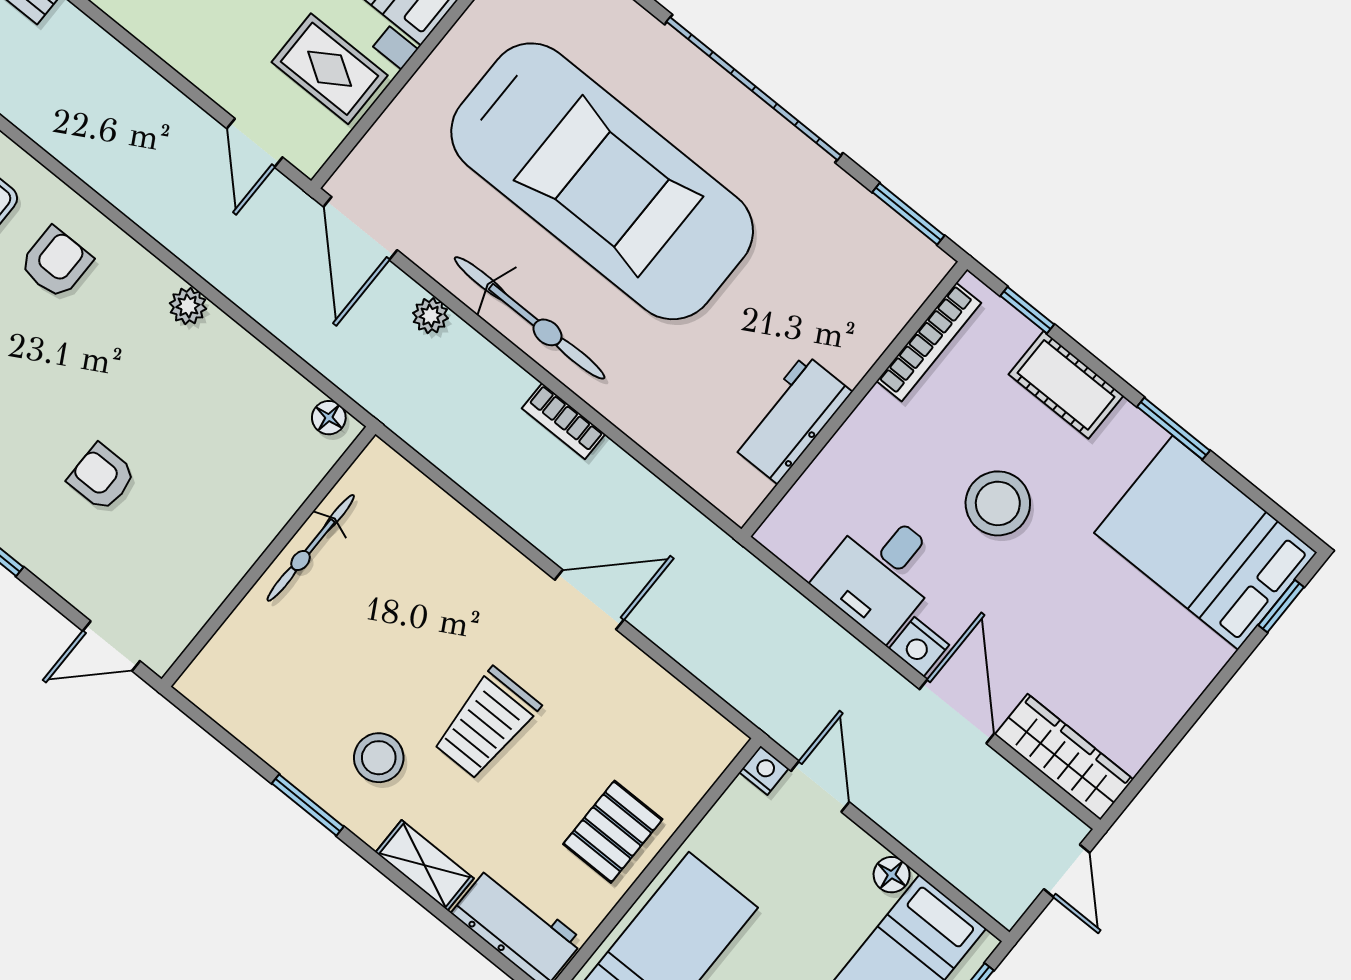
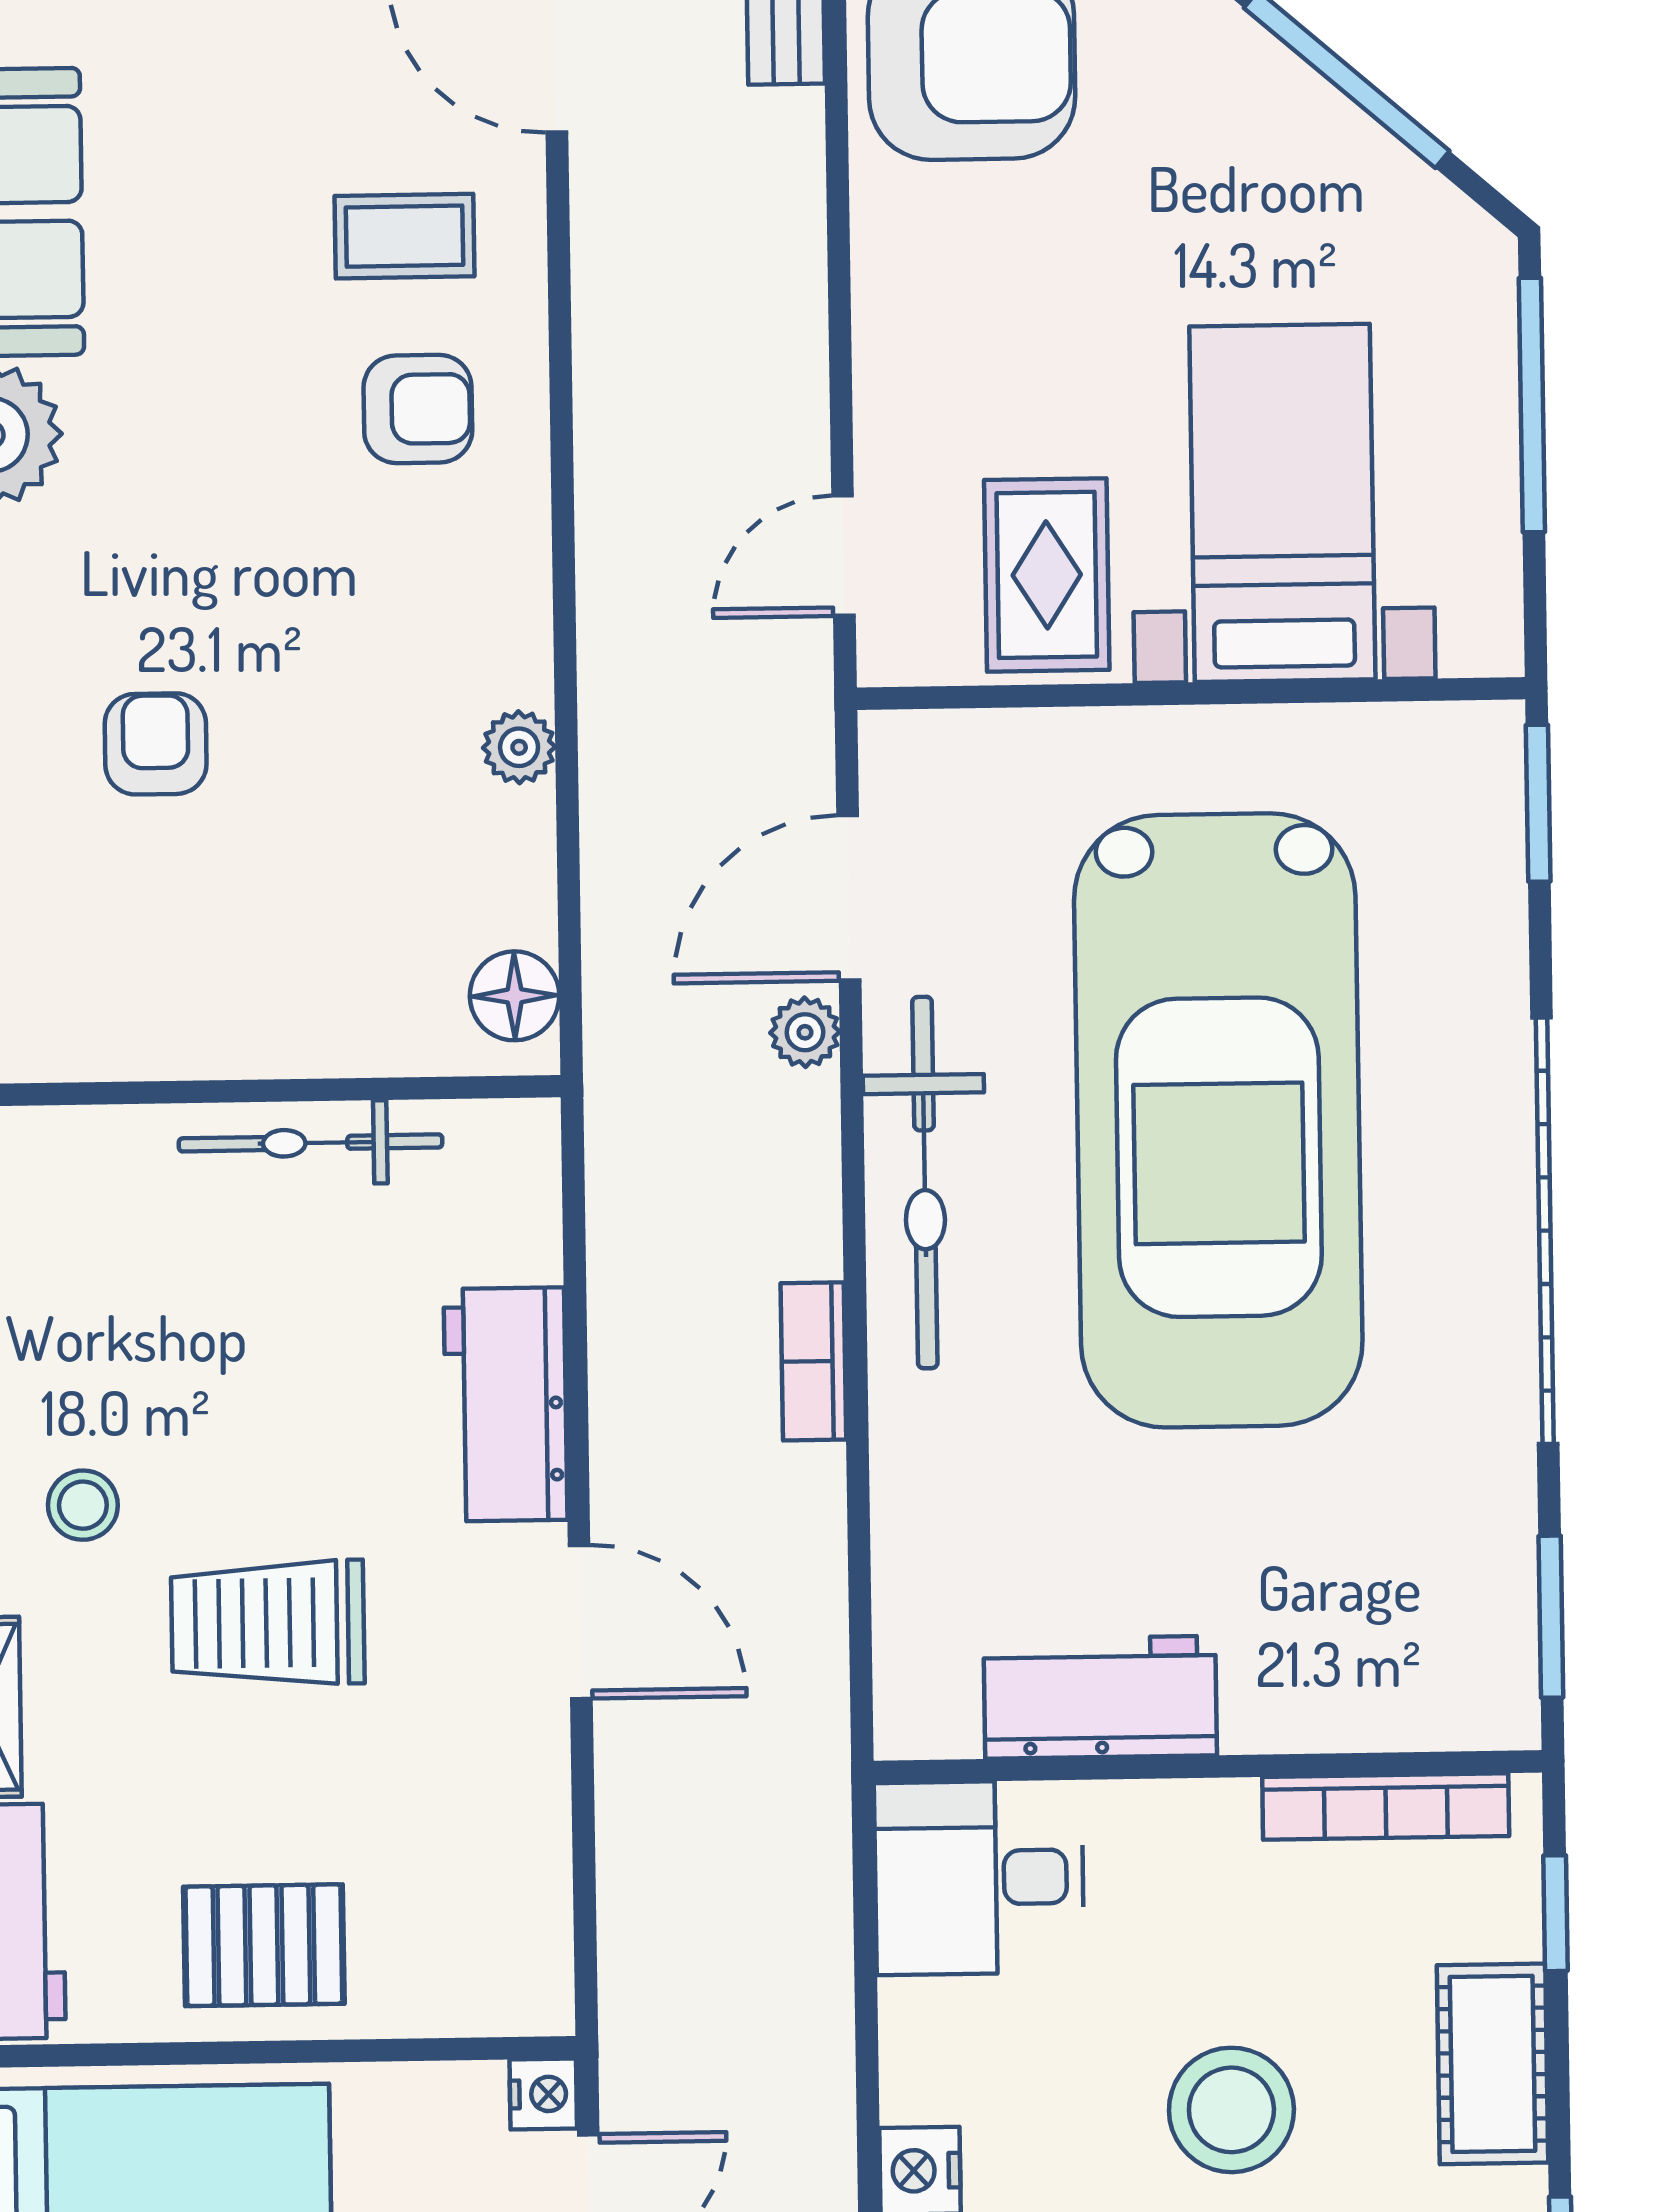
door: (360, 228) -> (849, 898), moved
plant: (188, 306) -> (519, 747), moved
floor lamp: (329, 418) -> (515, 996), width x1.37, depth x1.37
workbench: (479, 557) -> (505, 1404), added
desk: (881, 573) -> (979, 1878), moved
stool: (379, 758) -> (83, 1505), width x0.73, depth x0.73

